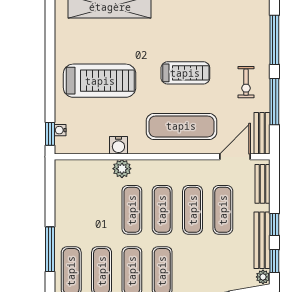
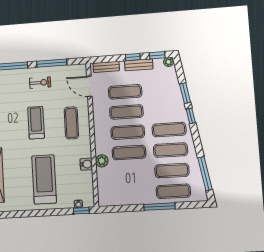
exercise mat: (181, 126) -> (71, 123), width x0.73, depth x0.69
bench: (262, 133) -> (73, 70), removed
bench: (262, 240) -> (139, 65), width x0.73

